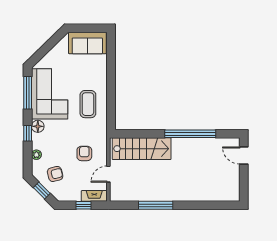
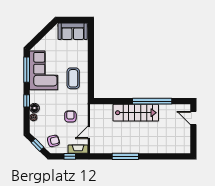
floor lamp: (38, 126) -> (34, 108), moved
stairs: (142, 149) -> (136, 113), moved
armchair: (55, 174) -> (53, 141), moved

